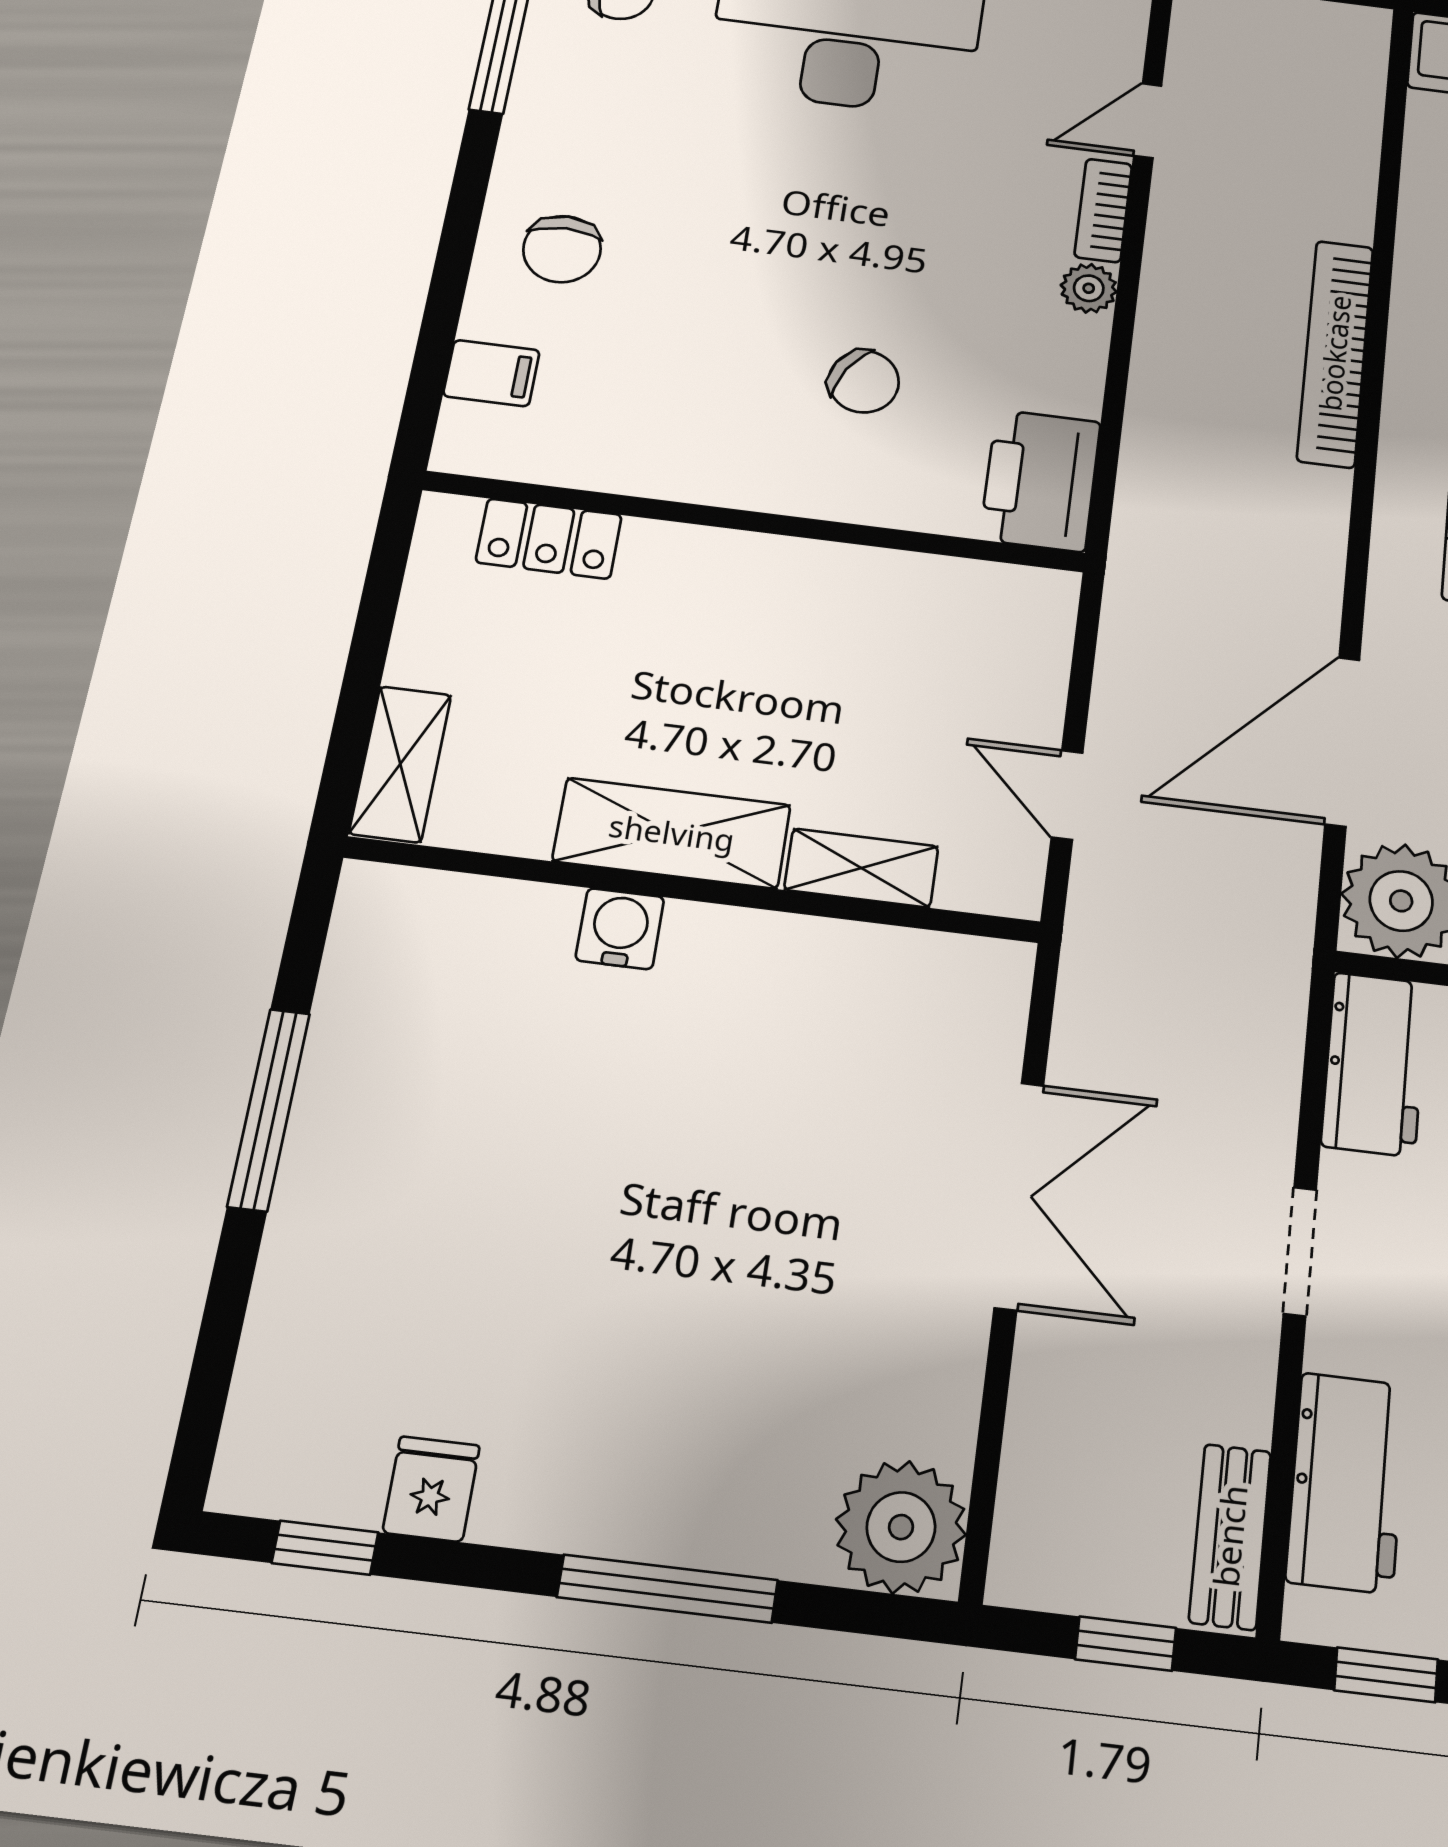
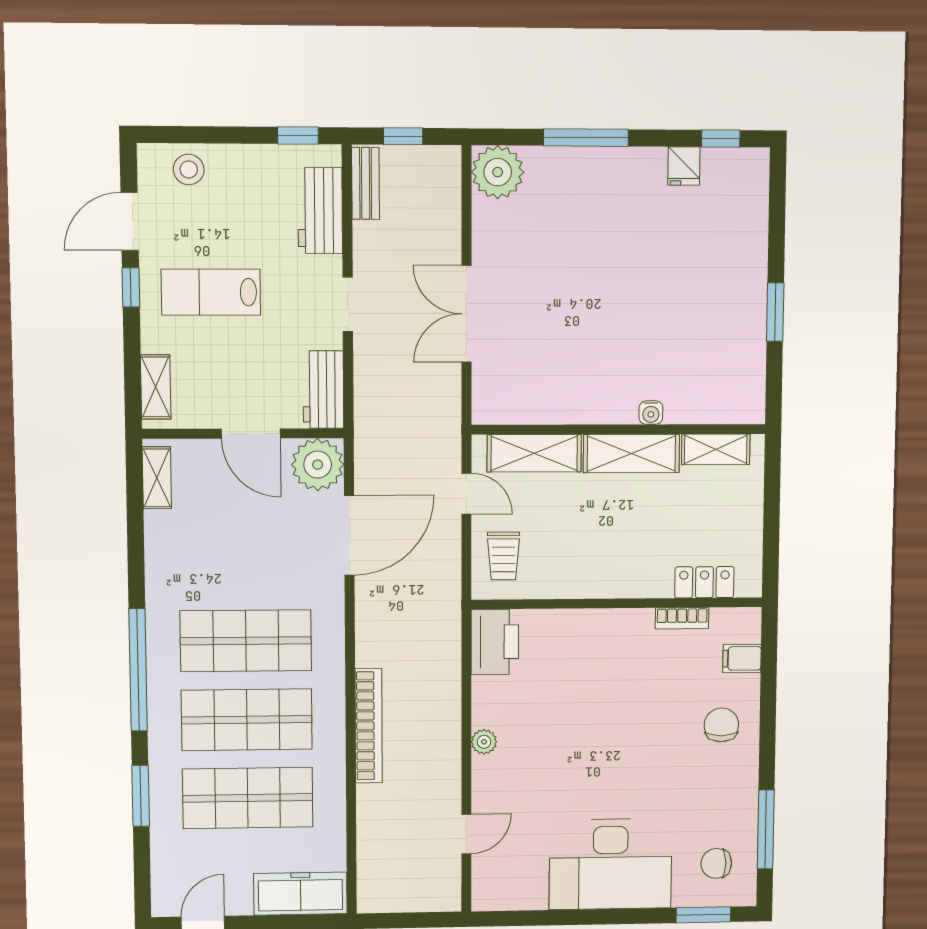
bookcase: (1103, 210) -> (682, 618), moved, turned 90
chair: (864, 382) -> (579, 679), removed
trolley: (999, 653) -> (503, 556), added
shelving: (400, 764) -> (716, 449), moved, turned 90
shelving: (861, 868) -> (534, 453), width x1.50, depth x1.33
water cooler: (620, 929) -> (651, 413), width x0.72, depth x0.72
window: (269, 1109) -> (775, 312), width x0.69

